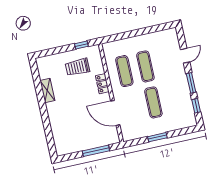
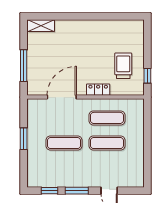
shelving: (47, 91) -> (41, 26), moved

